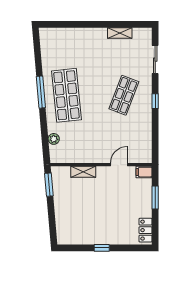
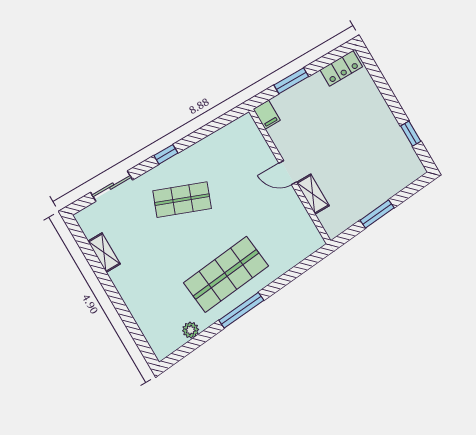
plant: (54, 139) -> (191, 330), moved
door: (119, 165) -> (288, 173), moved
window: (49, 185) -> (377, 214), moved
window: (102, 248) -> (411, 134), moved

